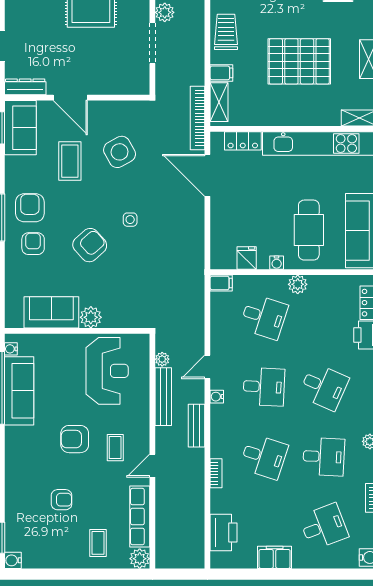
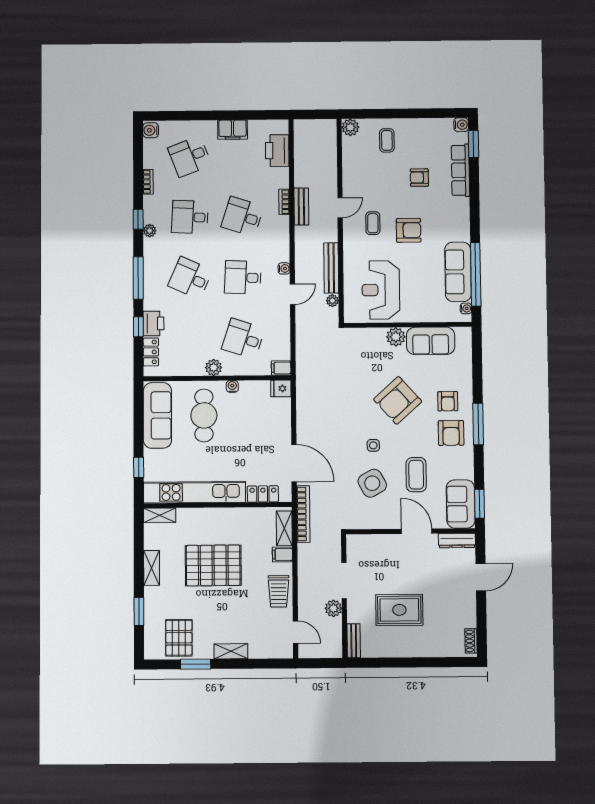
side table: (130, 220) -> (373, 445), moved
armchair: (90, 245) -> (398, 400), width x1.36, depth x1.36
fridge: (247, 258) -> (281, 388), moved, turned 90
bench: (197, 426) -> (301, 206), moved
row of seats: (140, 517) -> (460, 170), moved, turned 180

